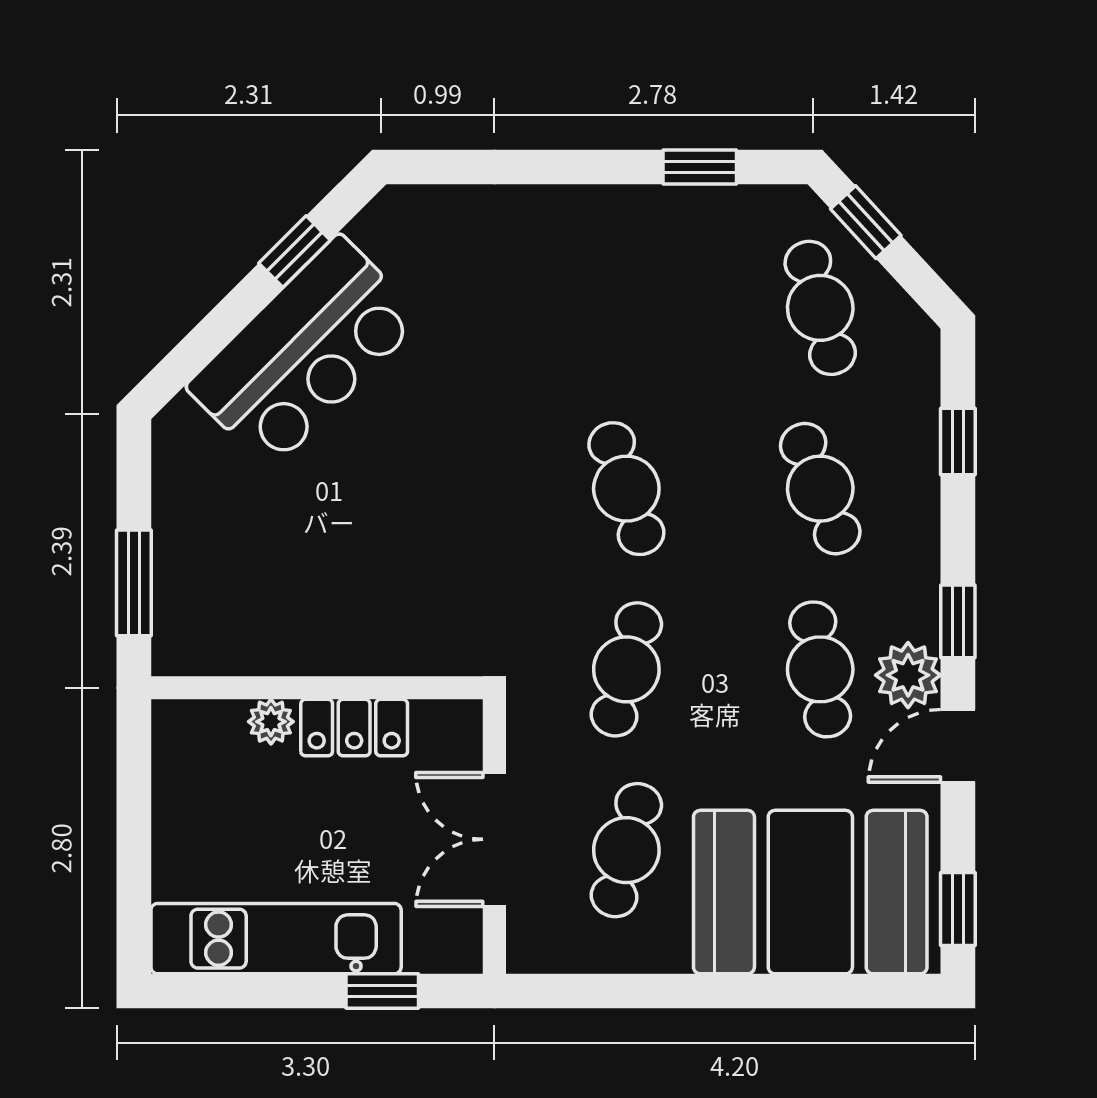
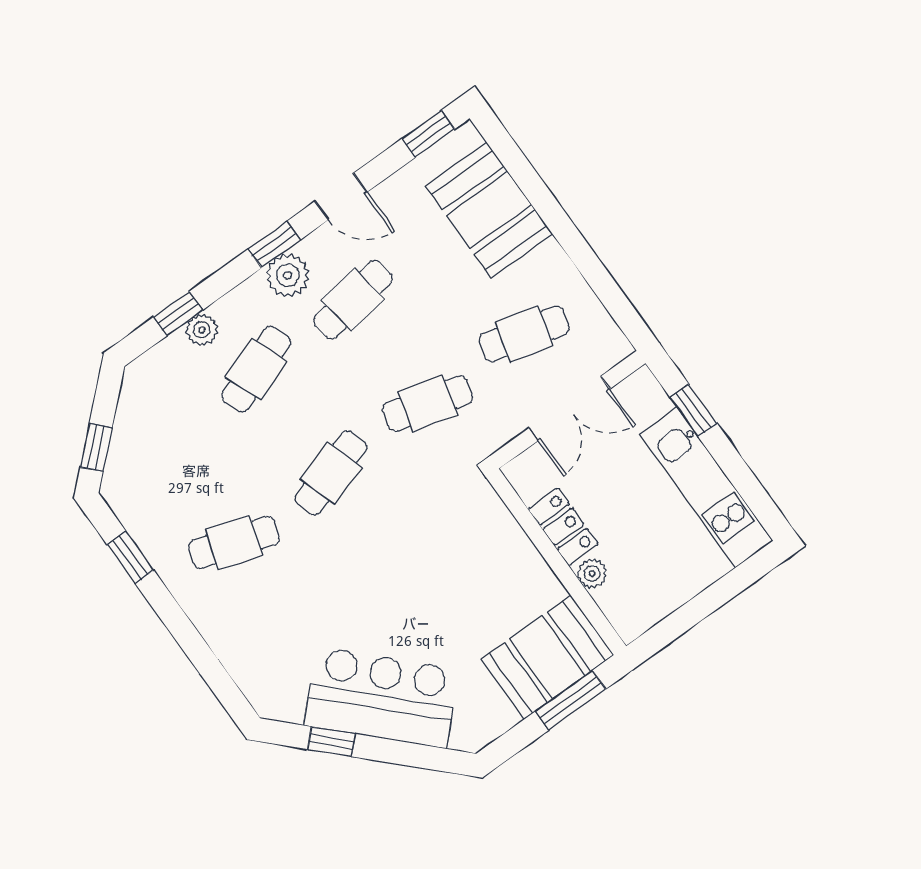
cafe table: (820, 308) -> (234, 542), moved, turned 33
plant: (917, 456) -> (202, 330), added
booth: (207, 593) -> (548, 657), added
plant: (908, 675) -> (288, 275), moved
booth: (810, 892) -> (489, 210), width x0.73, depth x0.70

